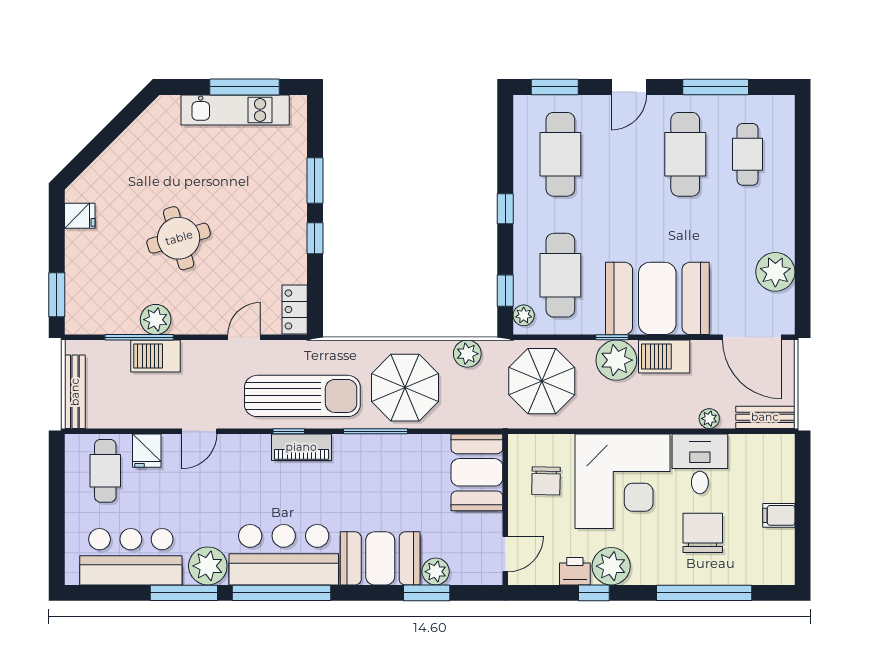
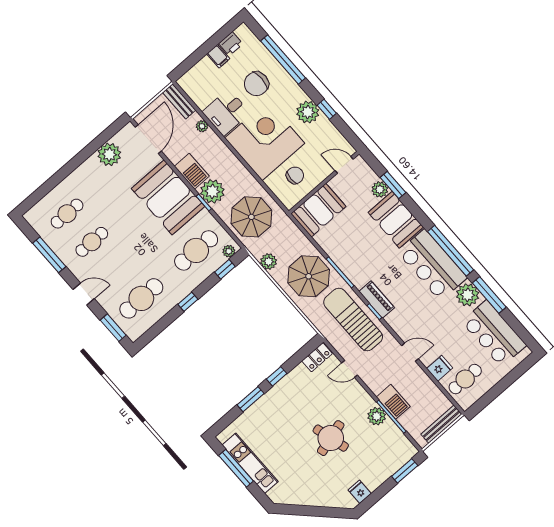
cafe table: (685, 154) -> (92, 242), width x0.73, depth x0.74
printer: (575, 571) -> (231, 44), moved, turned -90

